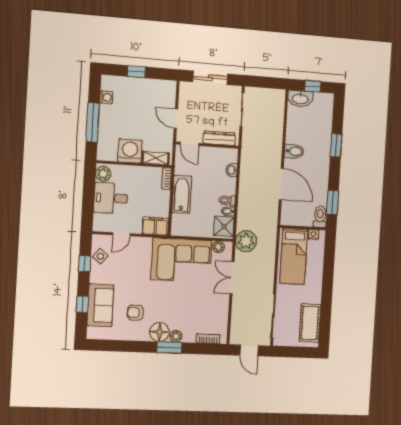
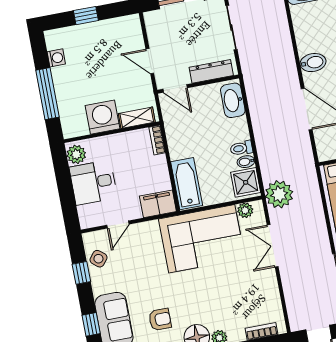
washbasin: (232, 170) -> (233, 100), width x1.91, depth x1.45
bathtub: (182, 194) -> (187, 184), moved
armchair: (135, 313) -> (160, 319), turned 180

